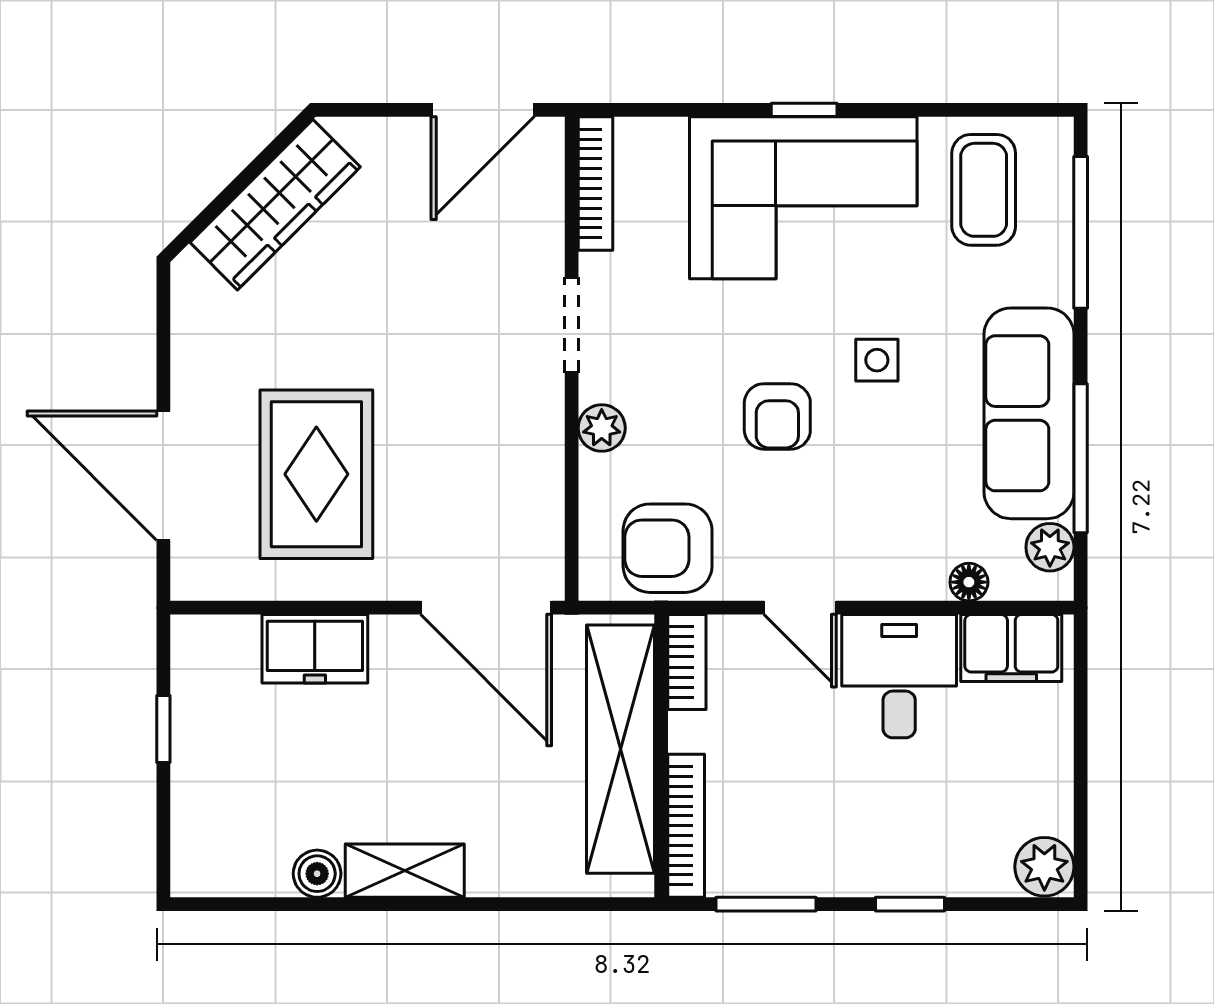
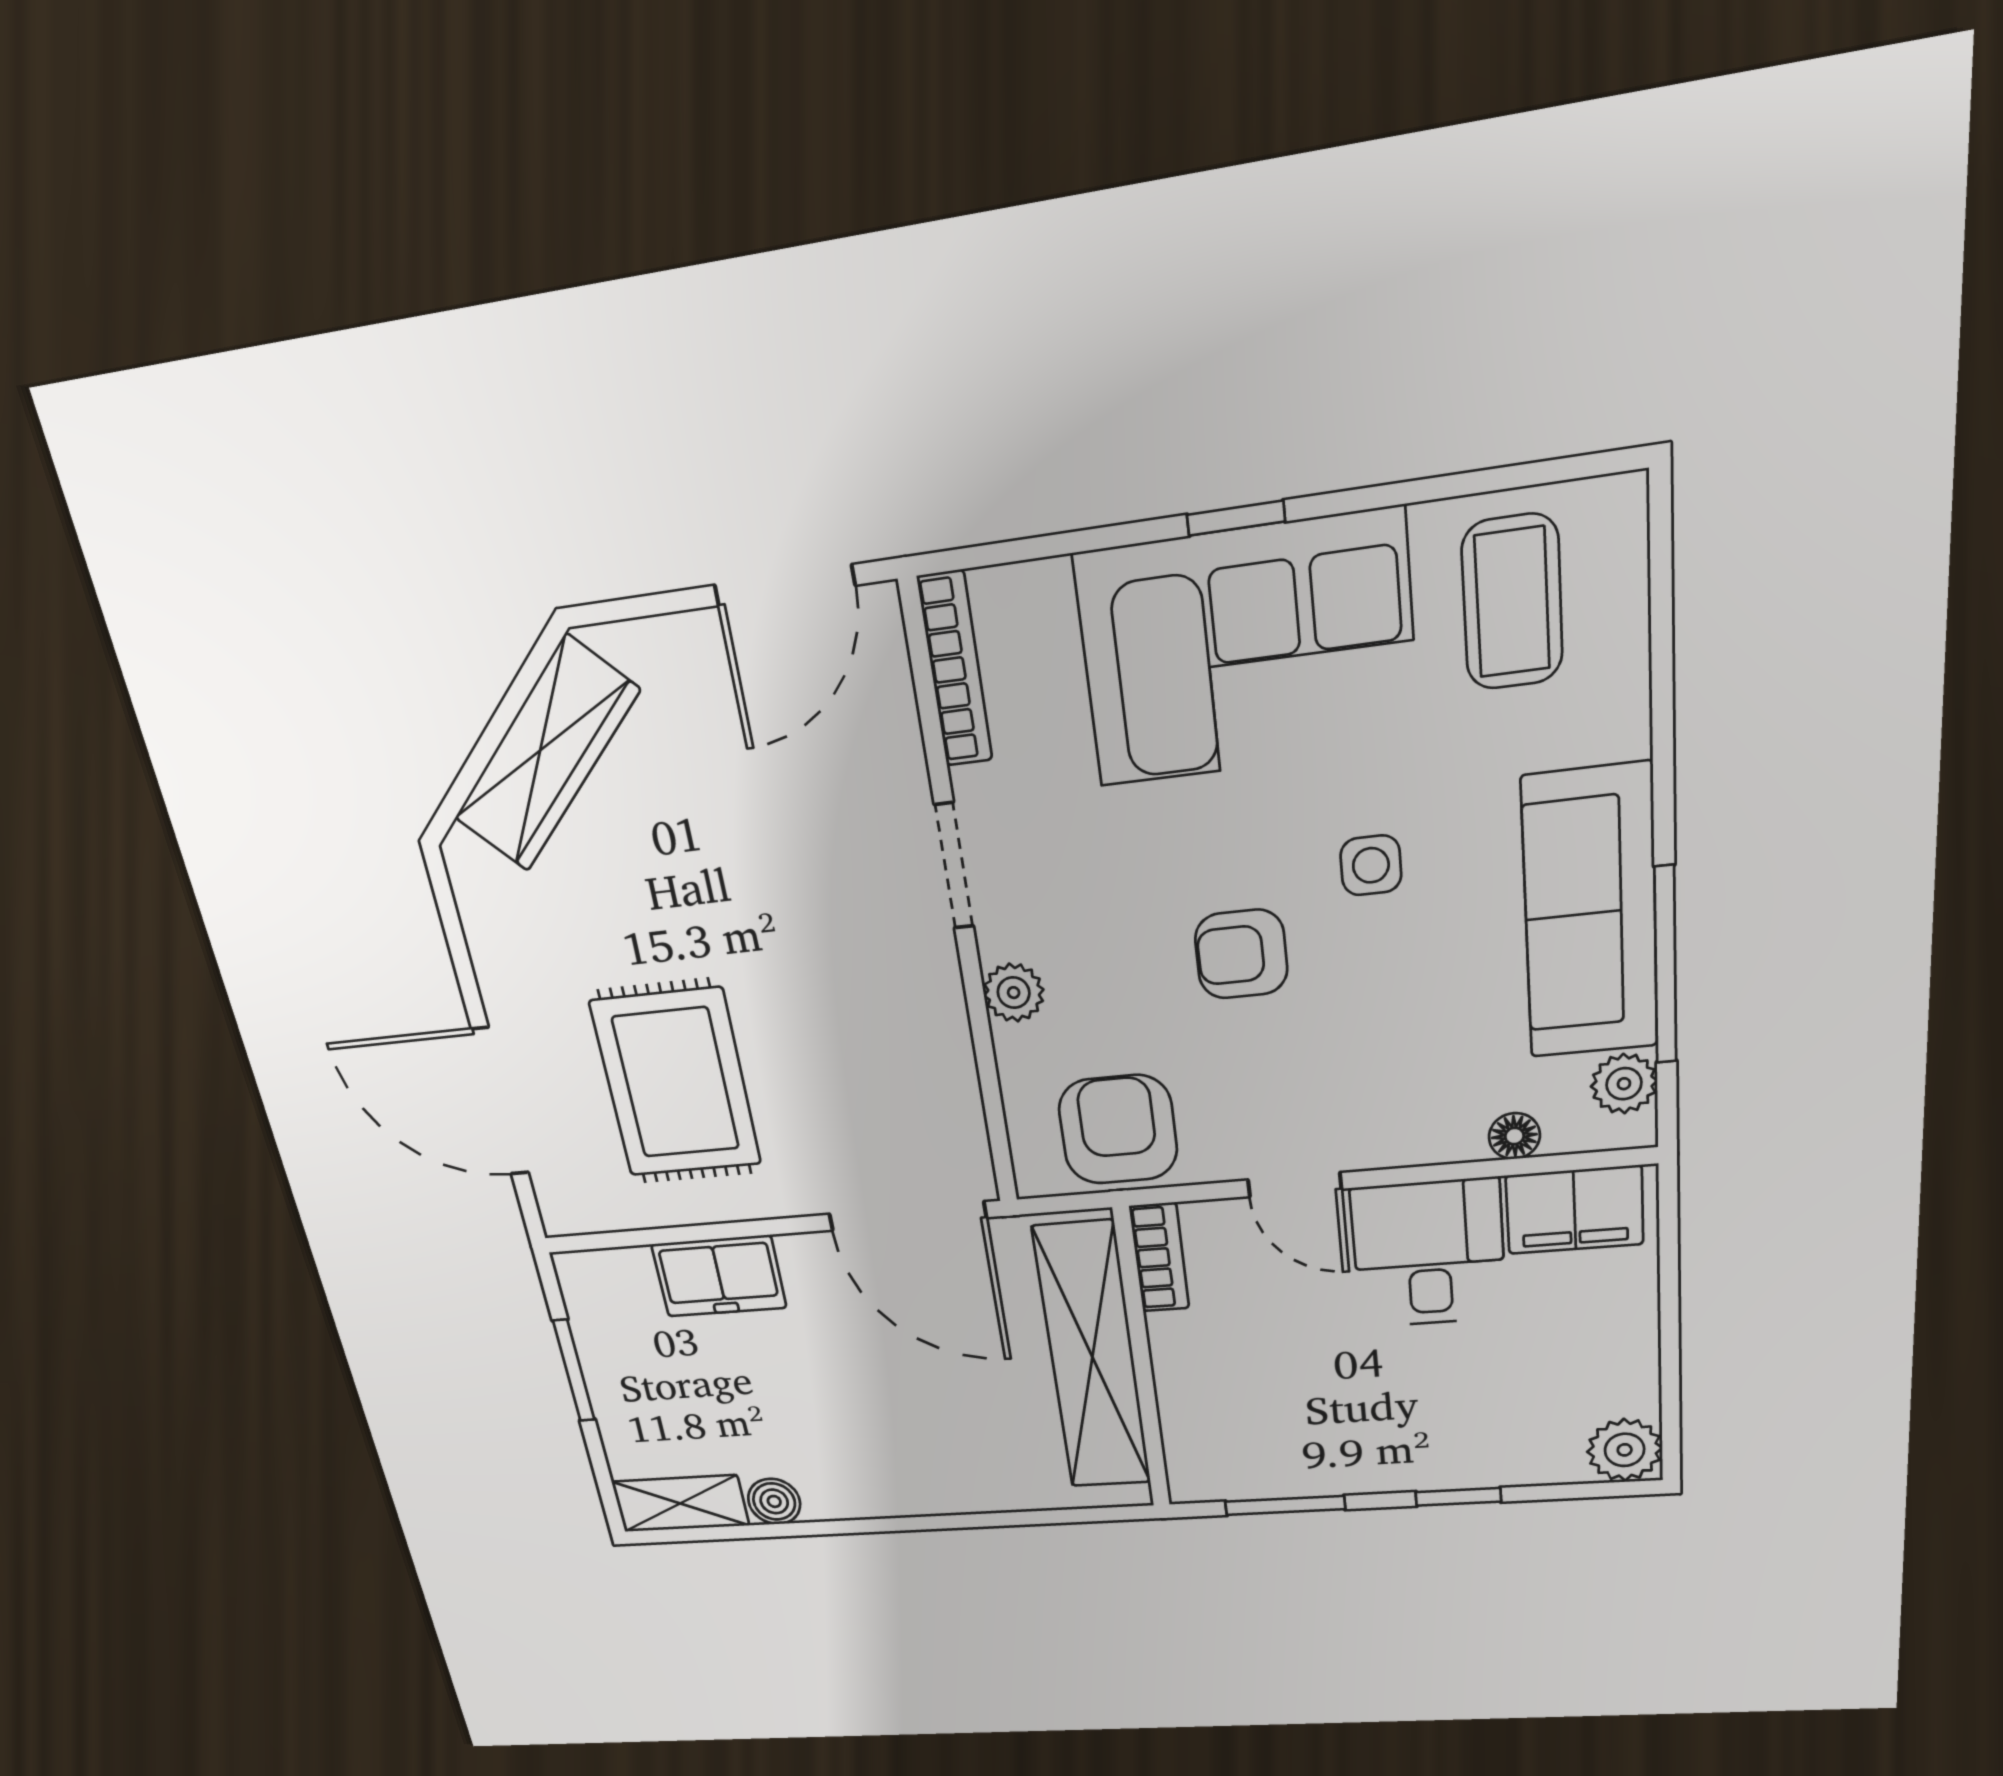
window: (1081, 232) -> (1662, 647), removed
armchair: (777, 416) -> (1241, 954), turned 90
armchair: (668, 548) -> (1118, 1130), turned 90
window: (163, 729) -> (574, 1370), width x1.50
bookcase: (686, 826) -> (1181, 1432), removed
shelving: (405, 871) -> (680, 1503), moved

